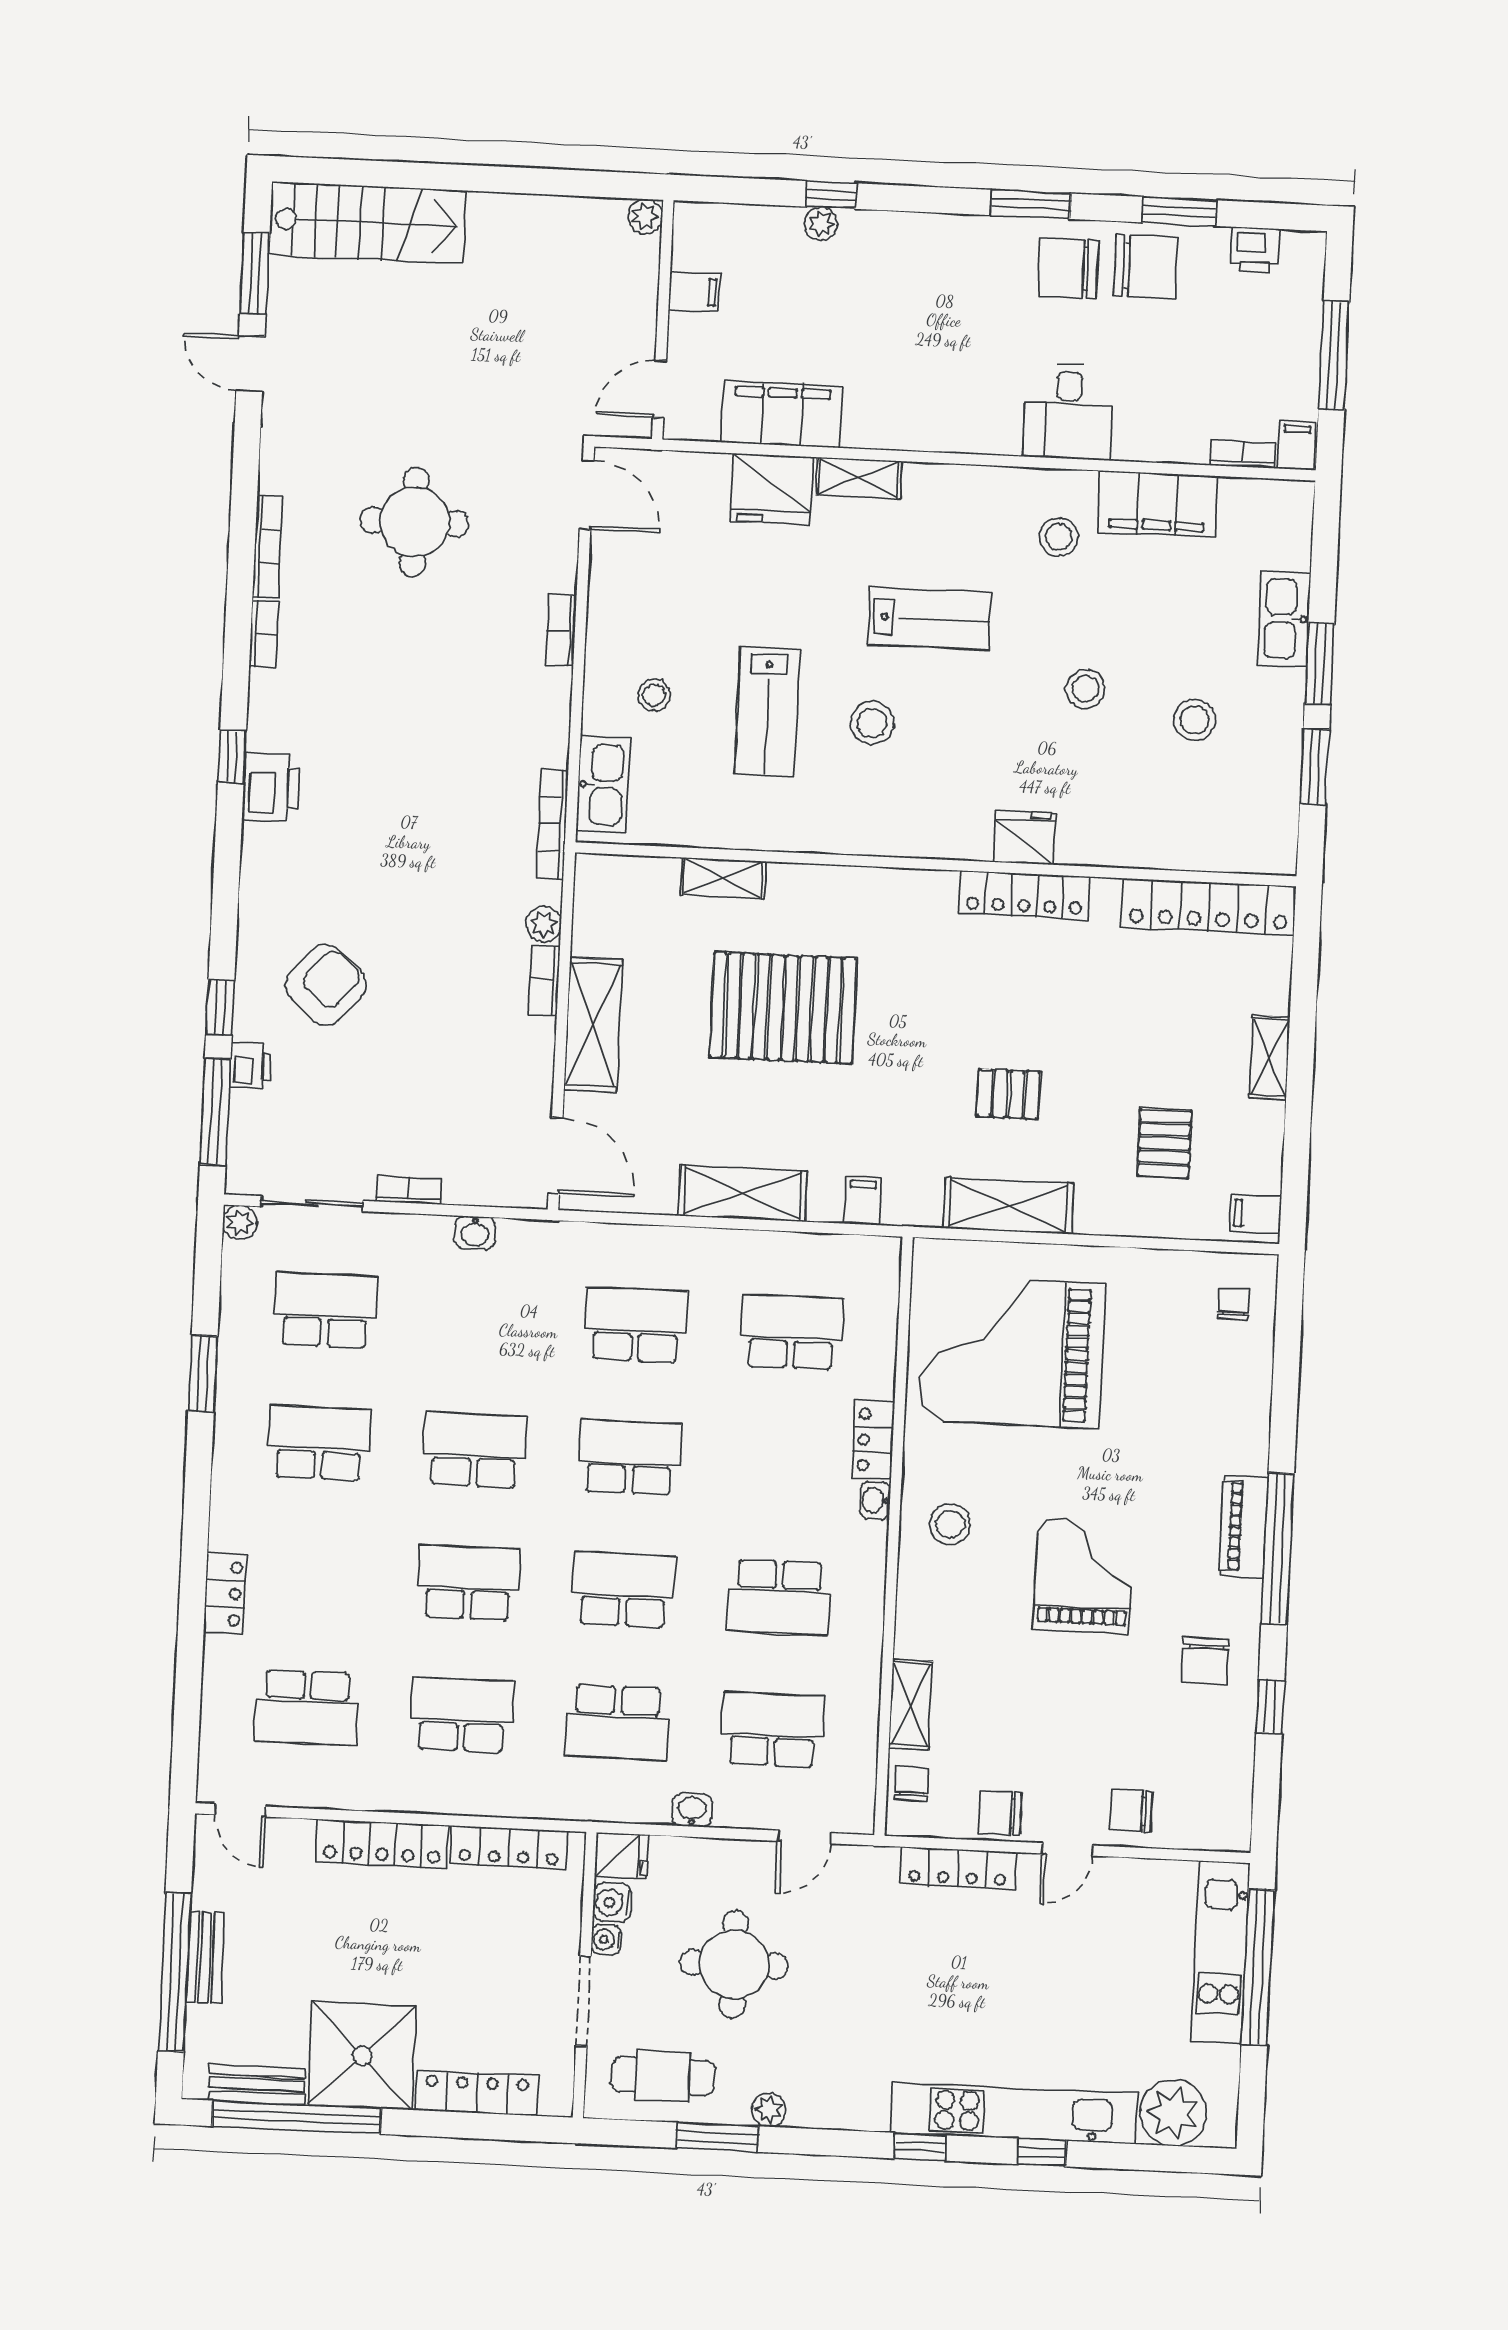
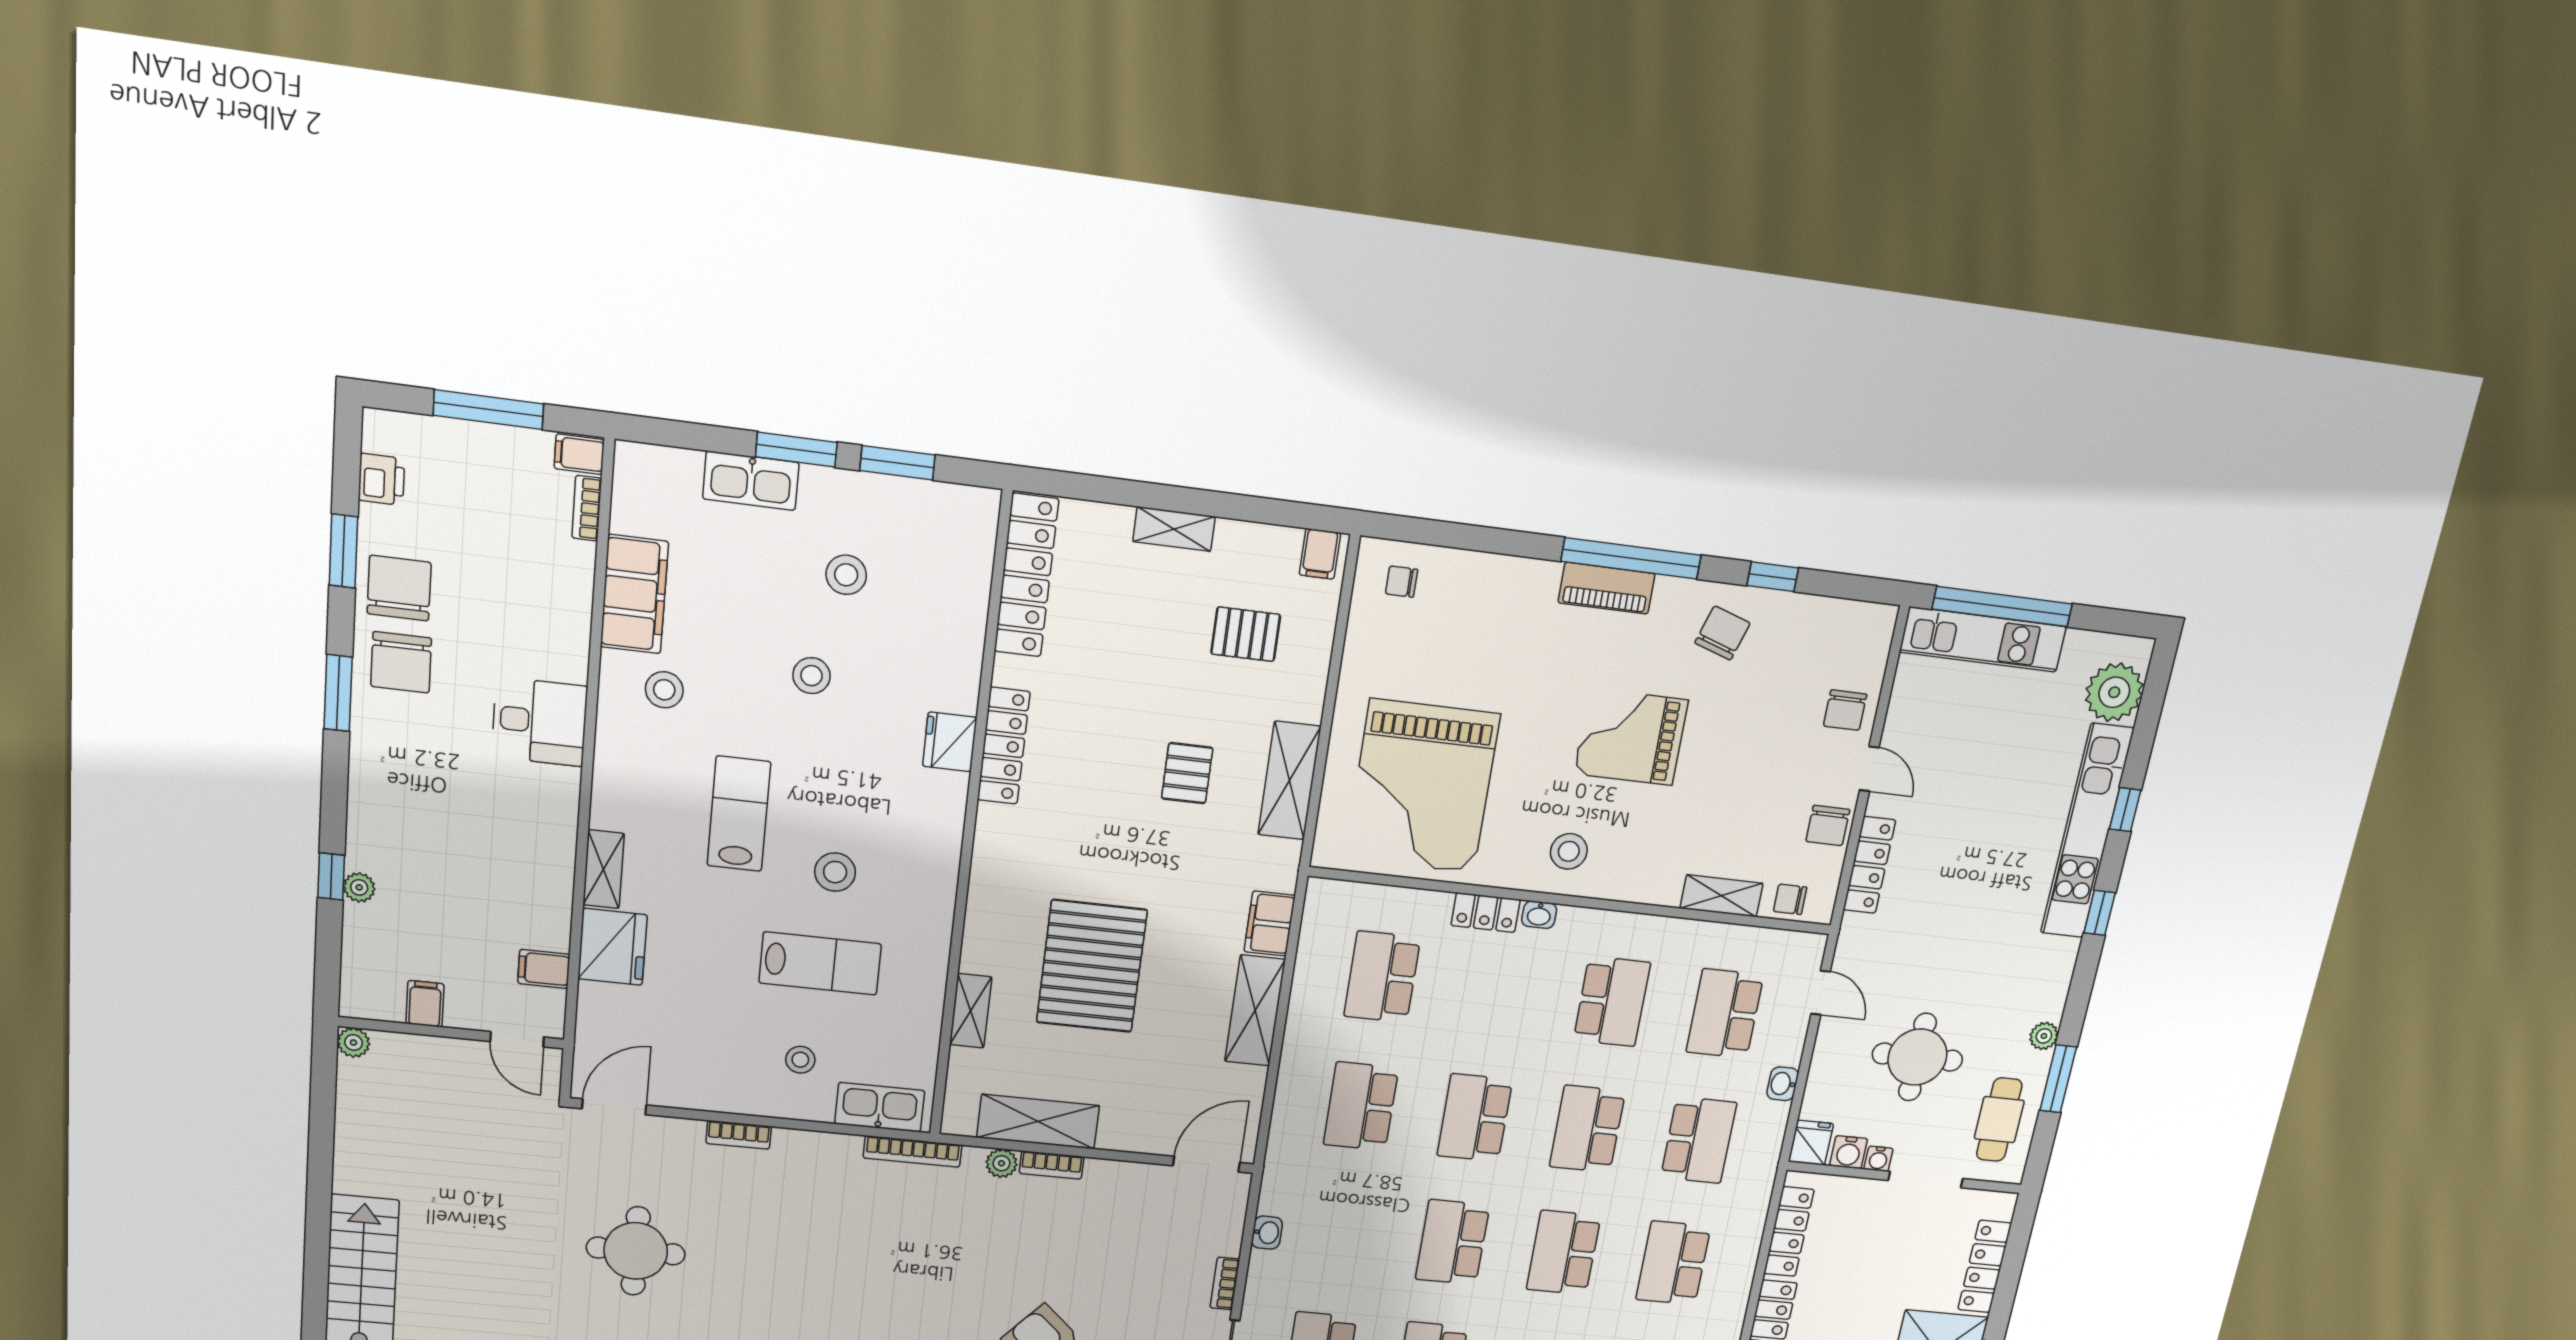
desk: (1068, 412) -> (539, 722), moved
filing cabinet: (782, 414) -> (544, 969), width x0.33, depth x0.86
shelving: (593, 1024) -> (1038, 1122), moved
filing cabinet: (863, 1201) -> (1270, 924), width x2.00
chair: (1205, 1661) -> (1723, 633), turned -72

